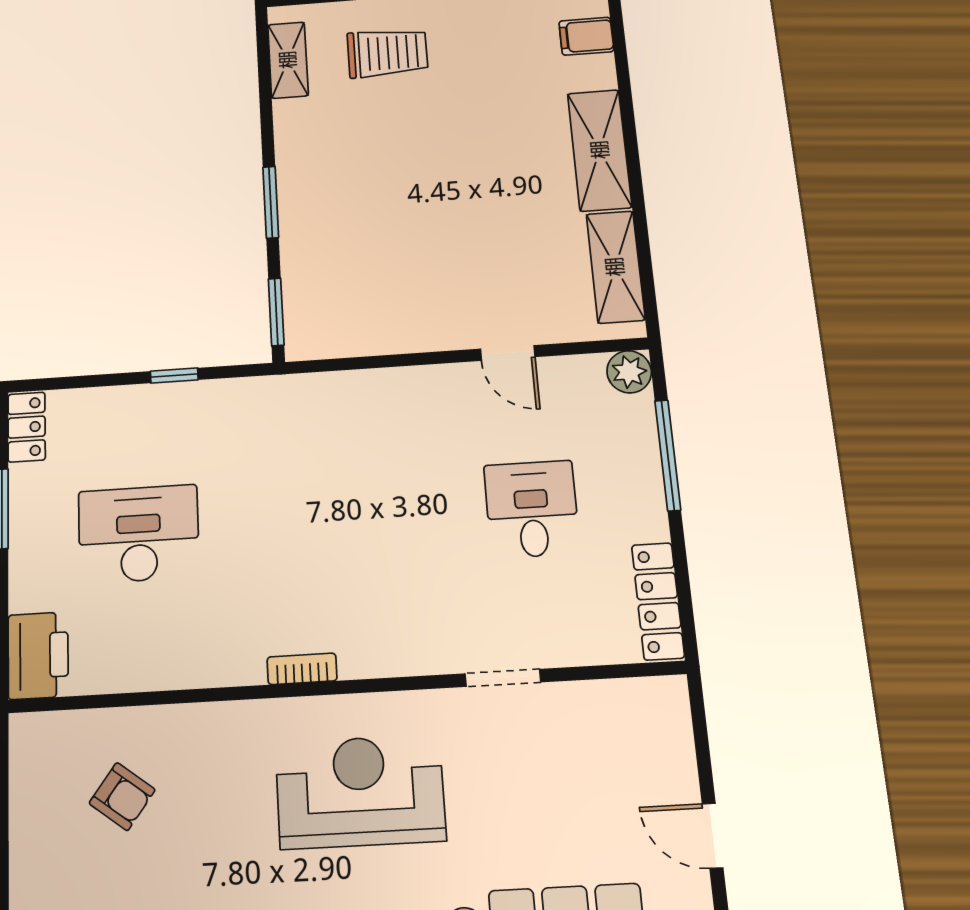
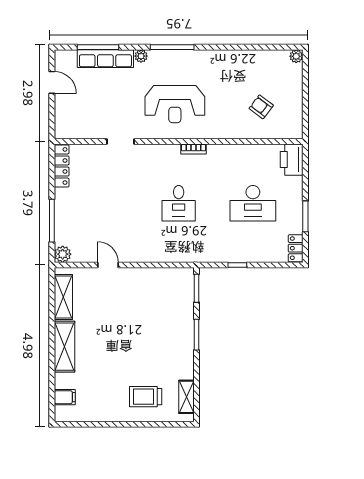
desk: (532, 509) -> (179, 203), moved

